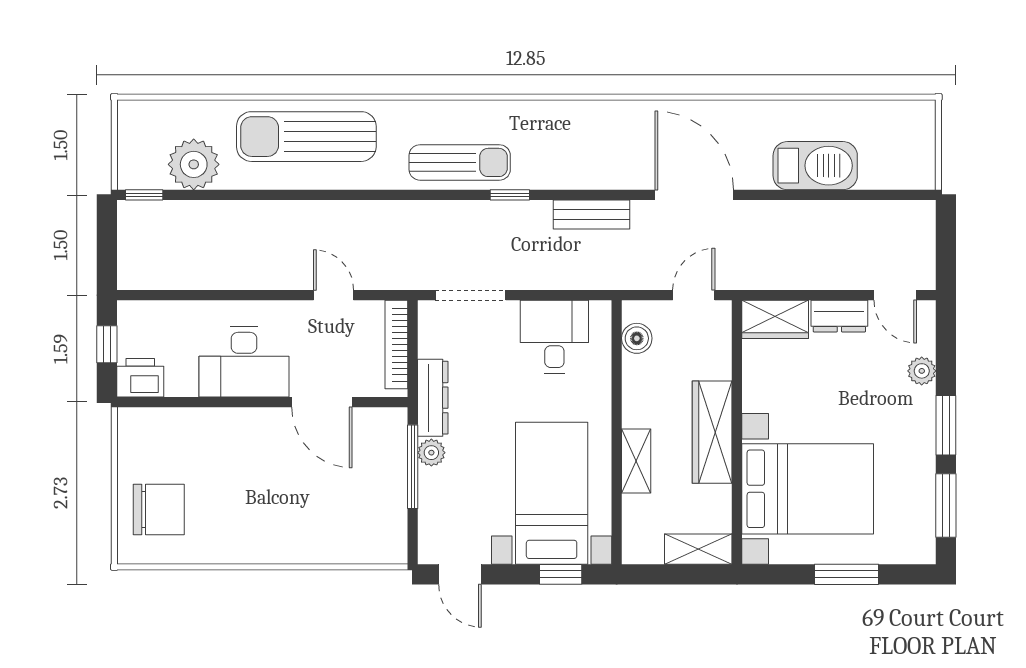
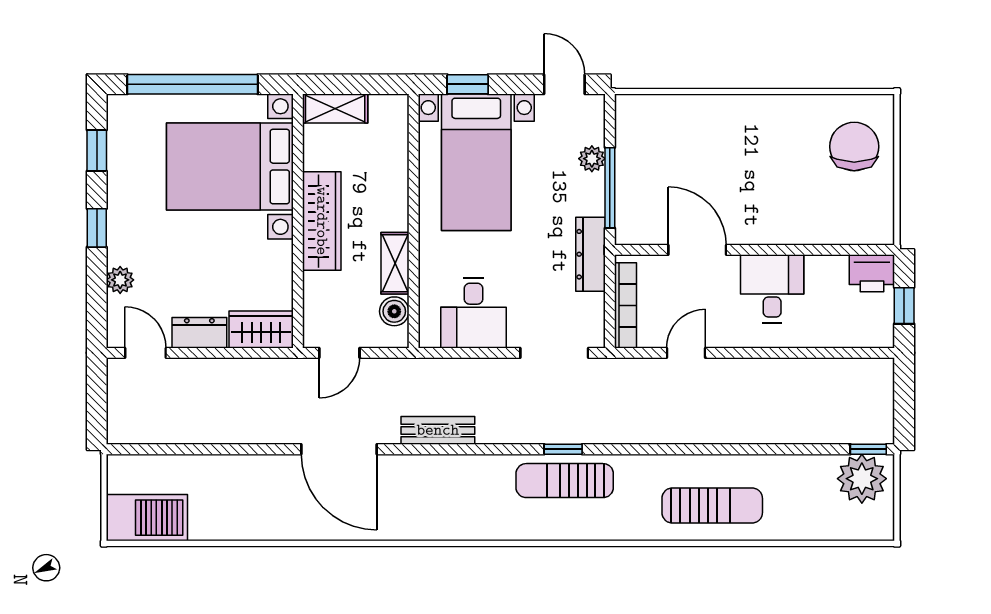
sun lounger: (306, 137) -> (712, 505), width x0.73, depth x0.75
plant: (194, 164) -> (862, 479), moved
barbecue: (815, 166) -> (147, 518), moved, turned 180
window: (510, 195) -> (563, 449), moved
door: (334, 295) -> (686, 353), swing flipped
desk: (244, 362) -> (772, 289), width x0.73
window: (946, 425) -> (97, 228), width x0.67
plant: (431, 453) -> (592, 159), moved
shelving: (636, 461) -> (395, 263), moved
window: (946, 506) -> (97, 150), width x0.67
chair: (159, 510) -> (854, 147), turned 90
window: (847, 574) -> (192, 84), width x2.11

